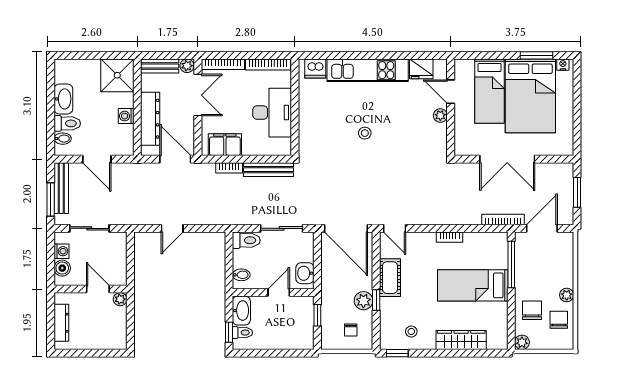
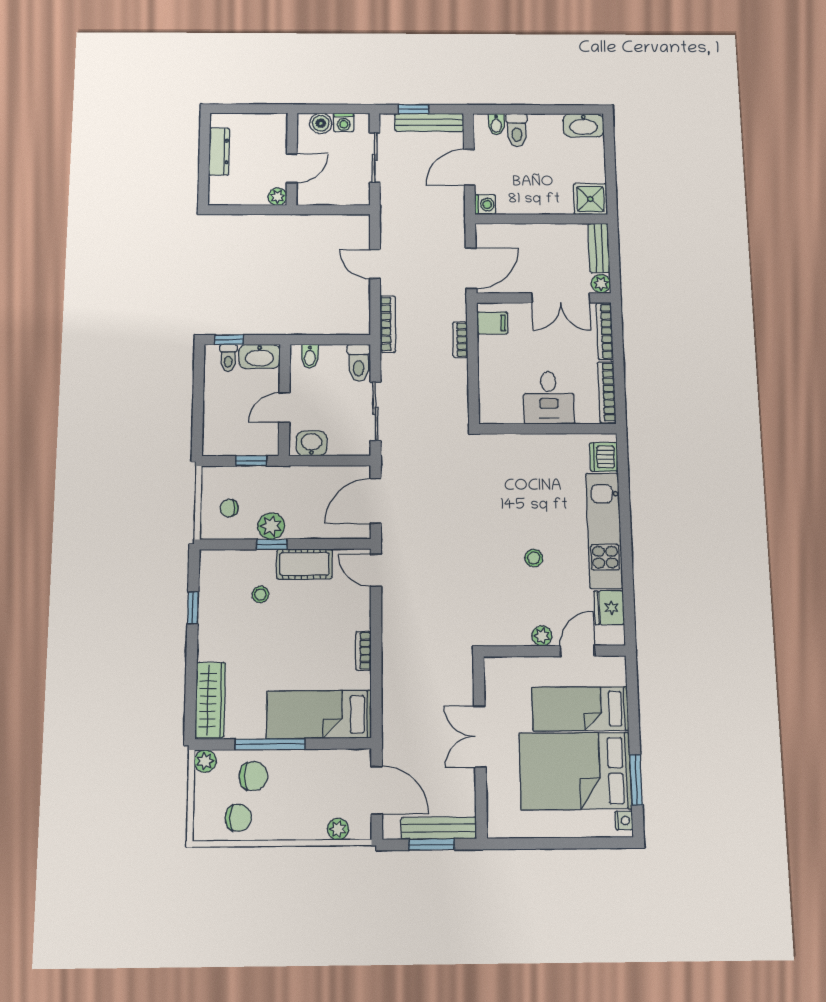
shower: (117, 75) -> (590, 199), width x0.73, depth x0.73
washbasin: (63, 99) -> (584, 125), moved
desk: (272, 113) -> (549, 398), width x0.73
washing machine: (126, 116) -> (485, 205), moved, turned 90
dresser: (150, 119) -> (526, 236), removed
stool: (365, 133) -> (534, 558), moved
filing cabinet: (225, 145) -> (492, 323), width x0.50
double door: (507, 159) -> (480, 736), width x0.73
bench: (269, 170) -> (439, 828), moved, turned 90
window: (51, 199) -> (414, 109), width x0.67
bookcase: (503, 220) -> (388, 324), moved
door: (346, 228) -> (376, 501), width x0.73
door: (395, 228) -> (376, 570), hinge flipped
window: (511, 265) -> (270, 744), moved
bed: (473, 285) -> (319, 714), moved, turned -90
door: (279, 292) -> (284, 407), swing flipped
plant: (567, 295) -> (338, 829), moved
dresser: (61, 323) -> (219, 152), moved, turned -90
stool: (411, 331) -> (260, 594), moved
wardrobe: (461, 340) -> (210, 700), moved
window: (397, 353) -> (193, 608), moved

